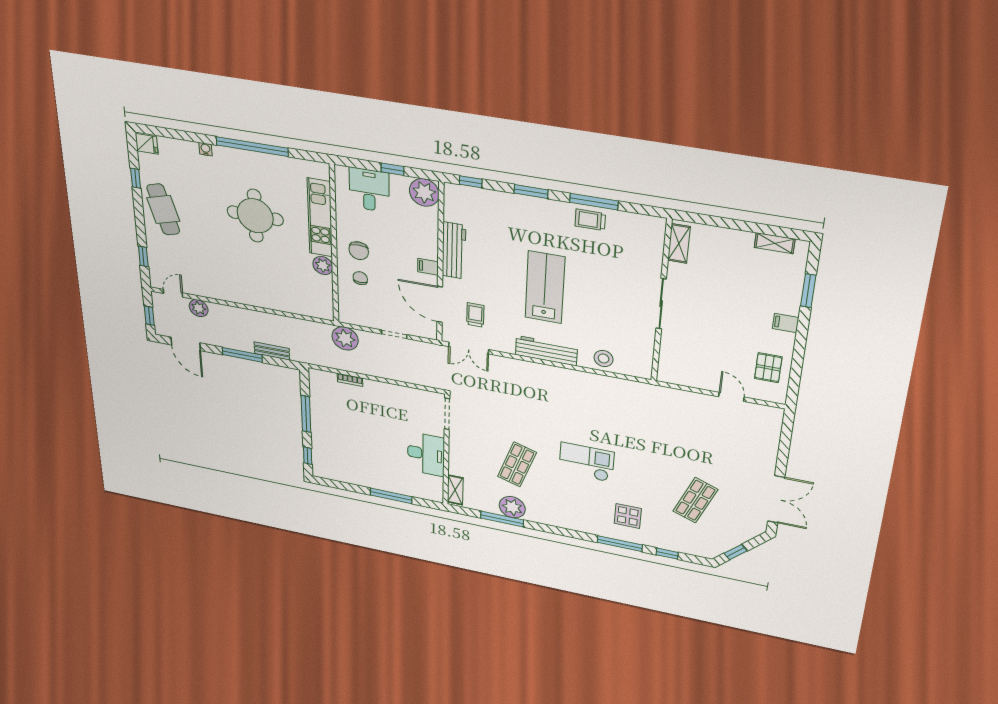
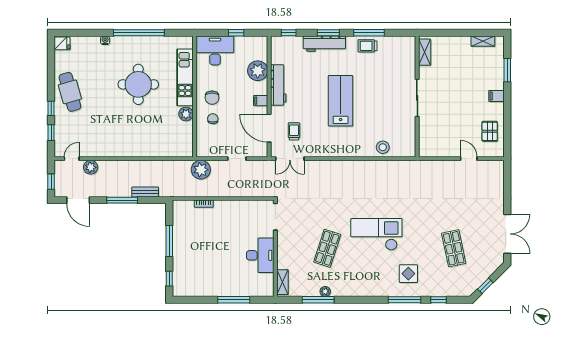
window: (135, 178) -> (51, 108), moved
desk: (369, 190) -> (215, 50), width x1.37
plant: (424, 192) -> (258, 71), moved
workbench: (546, 351) -> (324, 44), moved, turned 180
checkout: (586, 462) -> (376, 234), width x1.36, depth x1.21
shop shelf: (695, 500) -> (454, 248), turned -33
plant: (512, 507) -> (325, 291), width x0.53, depth x0.53

